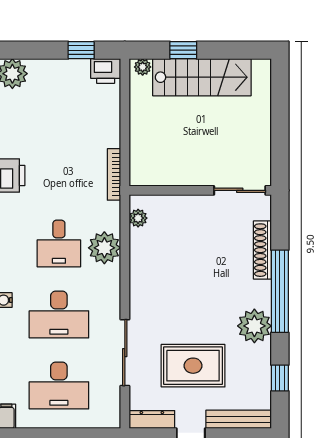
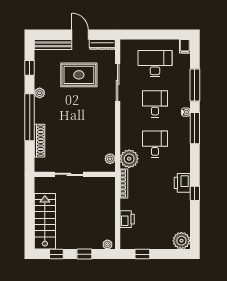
window: (233, 50) -> (56, 254), added
printer: (106, 71) -> (127, 219), moved, turned 90
stairs: (202, 77) -> (45, 221), moved, turned 90
sliding door: (240, 190) -> (69, 174), moved
plant: (104, 248) -> (129, 159), moved
desk: (59, 315) -> (155, 104), width x0.73
plant: (254, 326) -> (40, 93), width x0.53, depth x0.53

